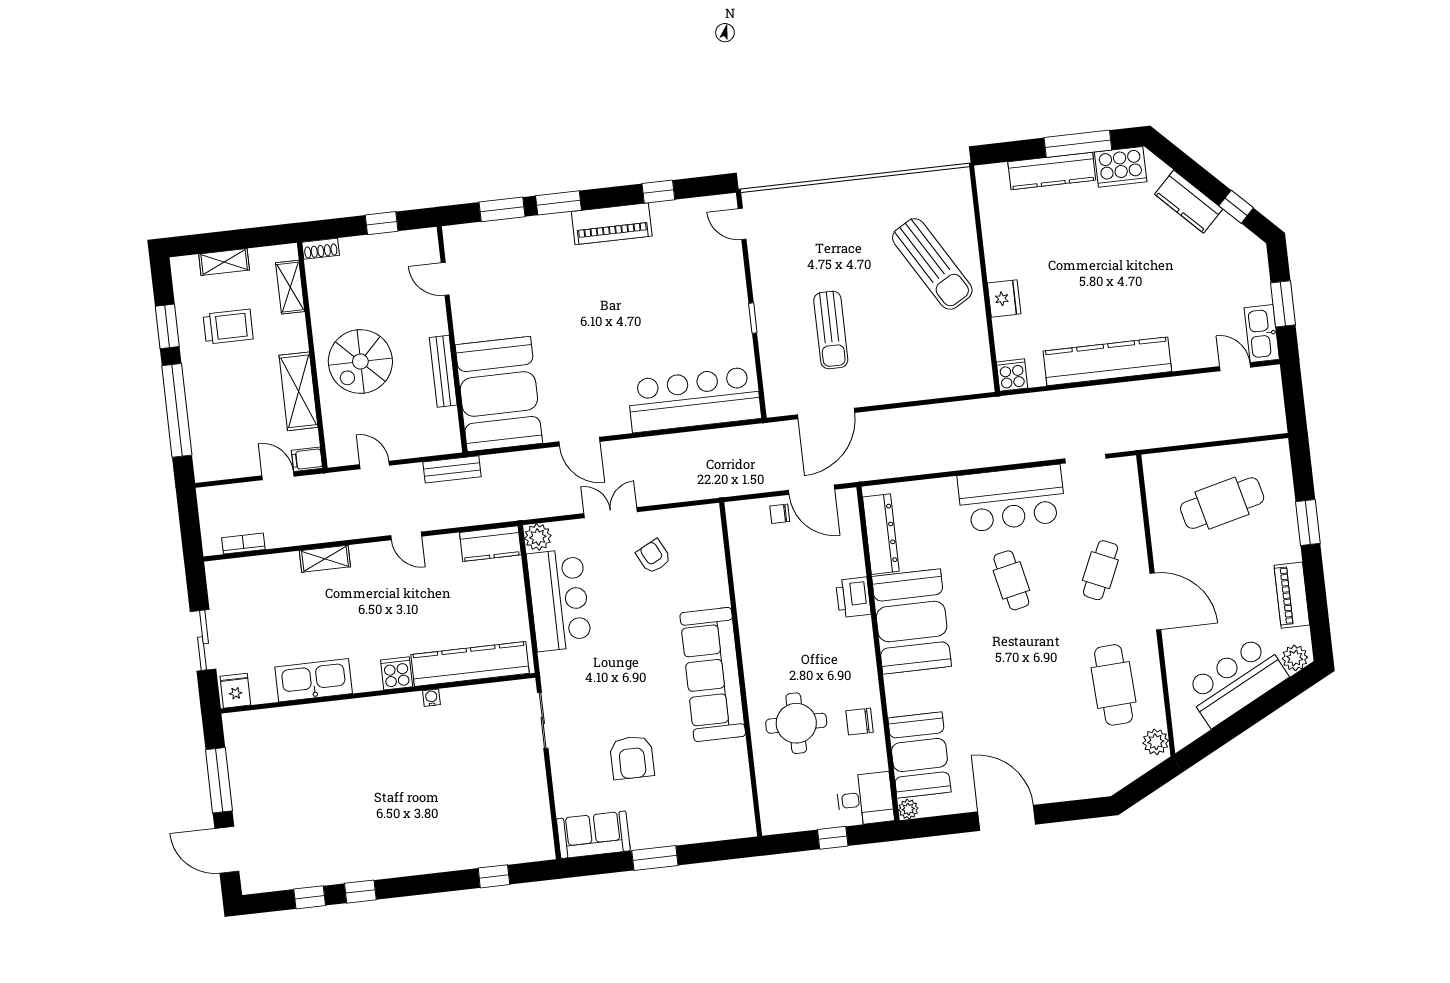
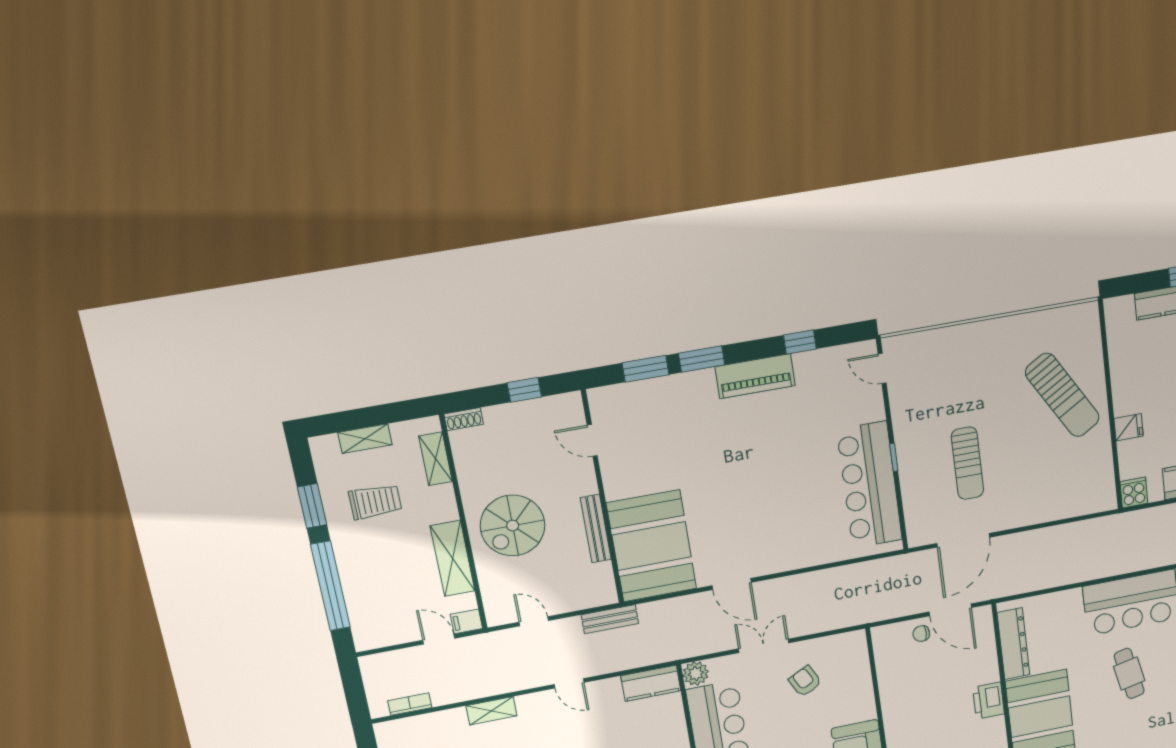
fridge: (1004, 298) -> (1129, 427), width x0.72
bar counter: (694, 399) -> (870, 485), moved, turned -90

